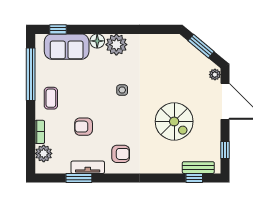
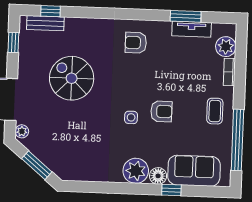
window: (58, 29) -> (171, 190), moved
armchair: (84, 127) -> (161, 111), moved
tv unit: (88, 167) -> (192, 29), moved

